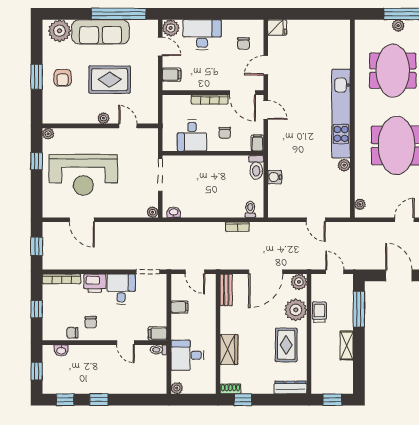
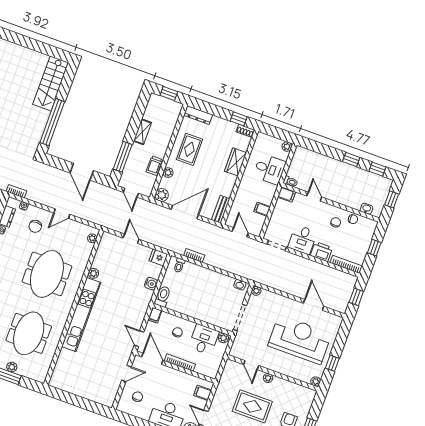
fridge: (277, 27) -> (158, 257), moved
plant: (170, 145) -> (223, 338), added
plant: (296, 310) -> (168, 173), width x0.53, depth x0.53

